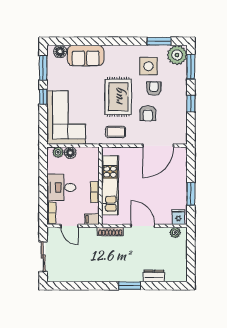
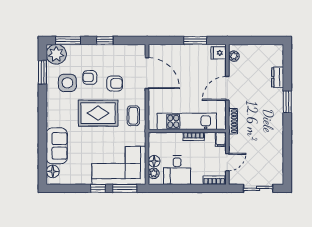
window: (43, 68) -> (125, 188), moved
desk: (61, 187) -> (177, 170), moved

